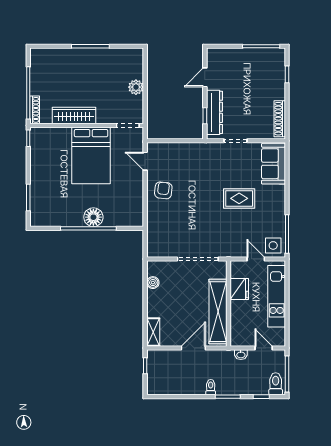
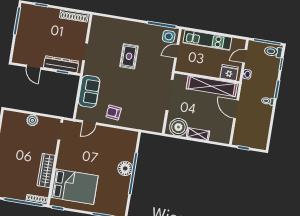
bed: (91, 155) -> (74, 187), moved
sofa: (273, 164) -> (89, 91), moved, turned -90
boiler: (153, 283) -> (178, 127), width x1.86, depth x1.86
fridge: (239, 289) -> (229, 73), moved
shelving: (153, 332) -> (198, 134), moved

